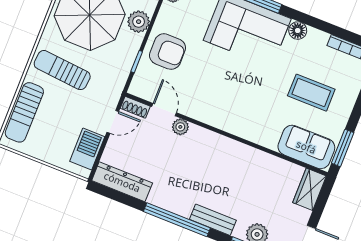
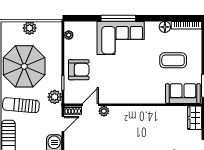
plant: (139, 22) -> (55, 97), moved
floor lamp: (298, 31) -> (165, 27), moved
door: (164, 110) -> (90, 105), hinge flipped

